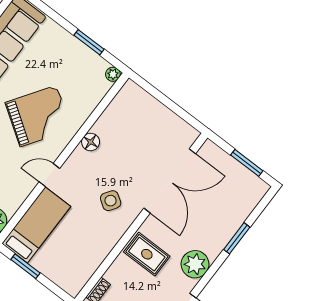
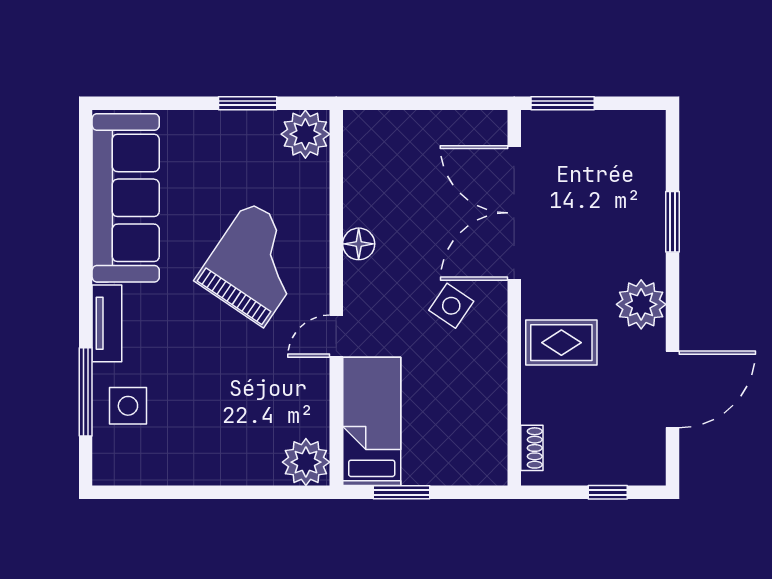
plant: (113, 74) -> (305, 134), width x1.87, depth x1.87
window: (247, 163) -> (563, 103), moved
double door: (170, 181) -> (514, 213), swing flipped

